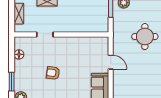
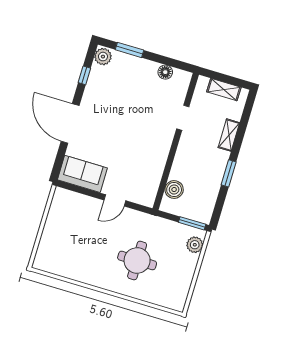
boiler: (92, 26) -> (174, 190), added
armchair: (53, 73) -> (124, 113), removed

